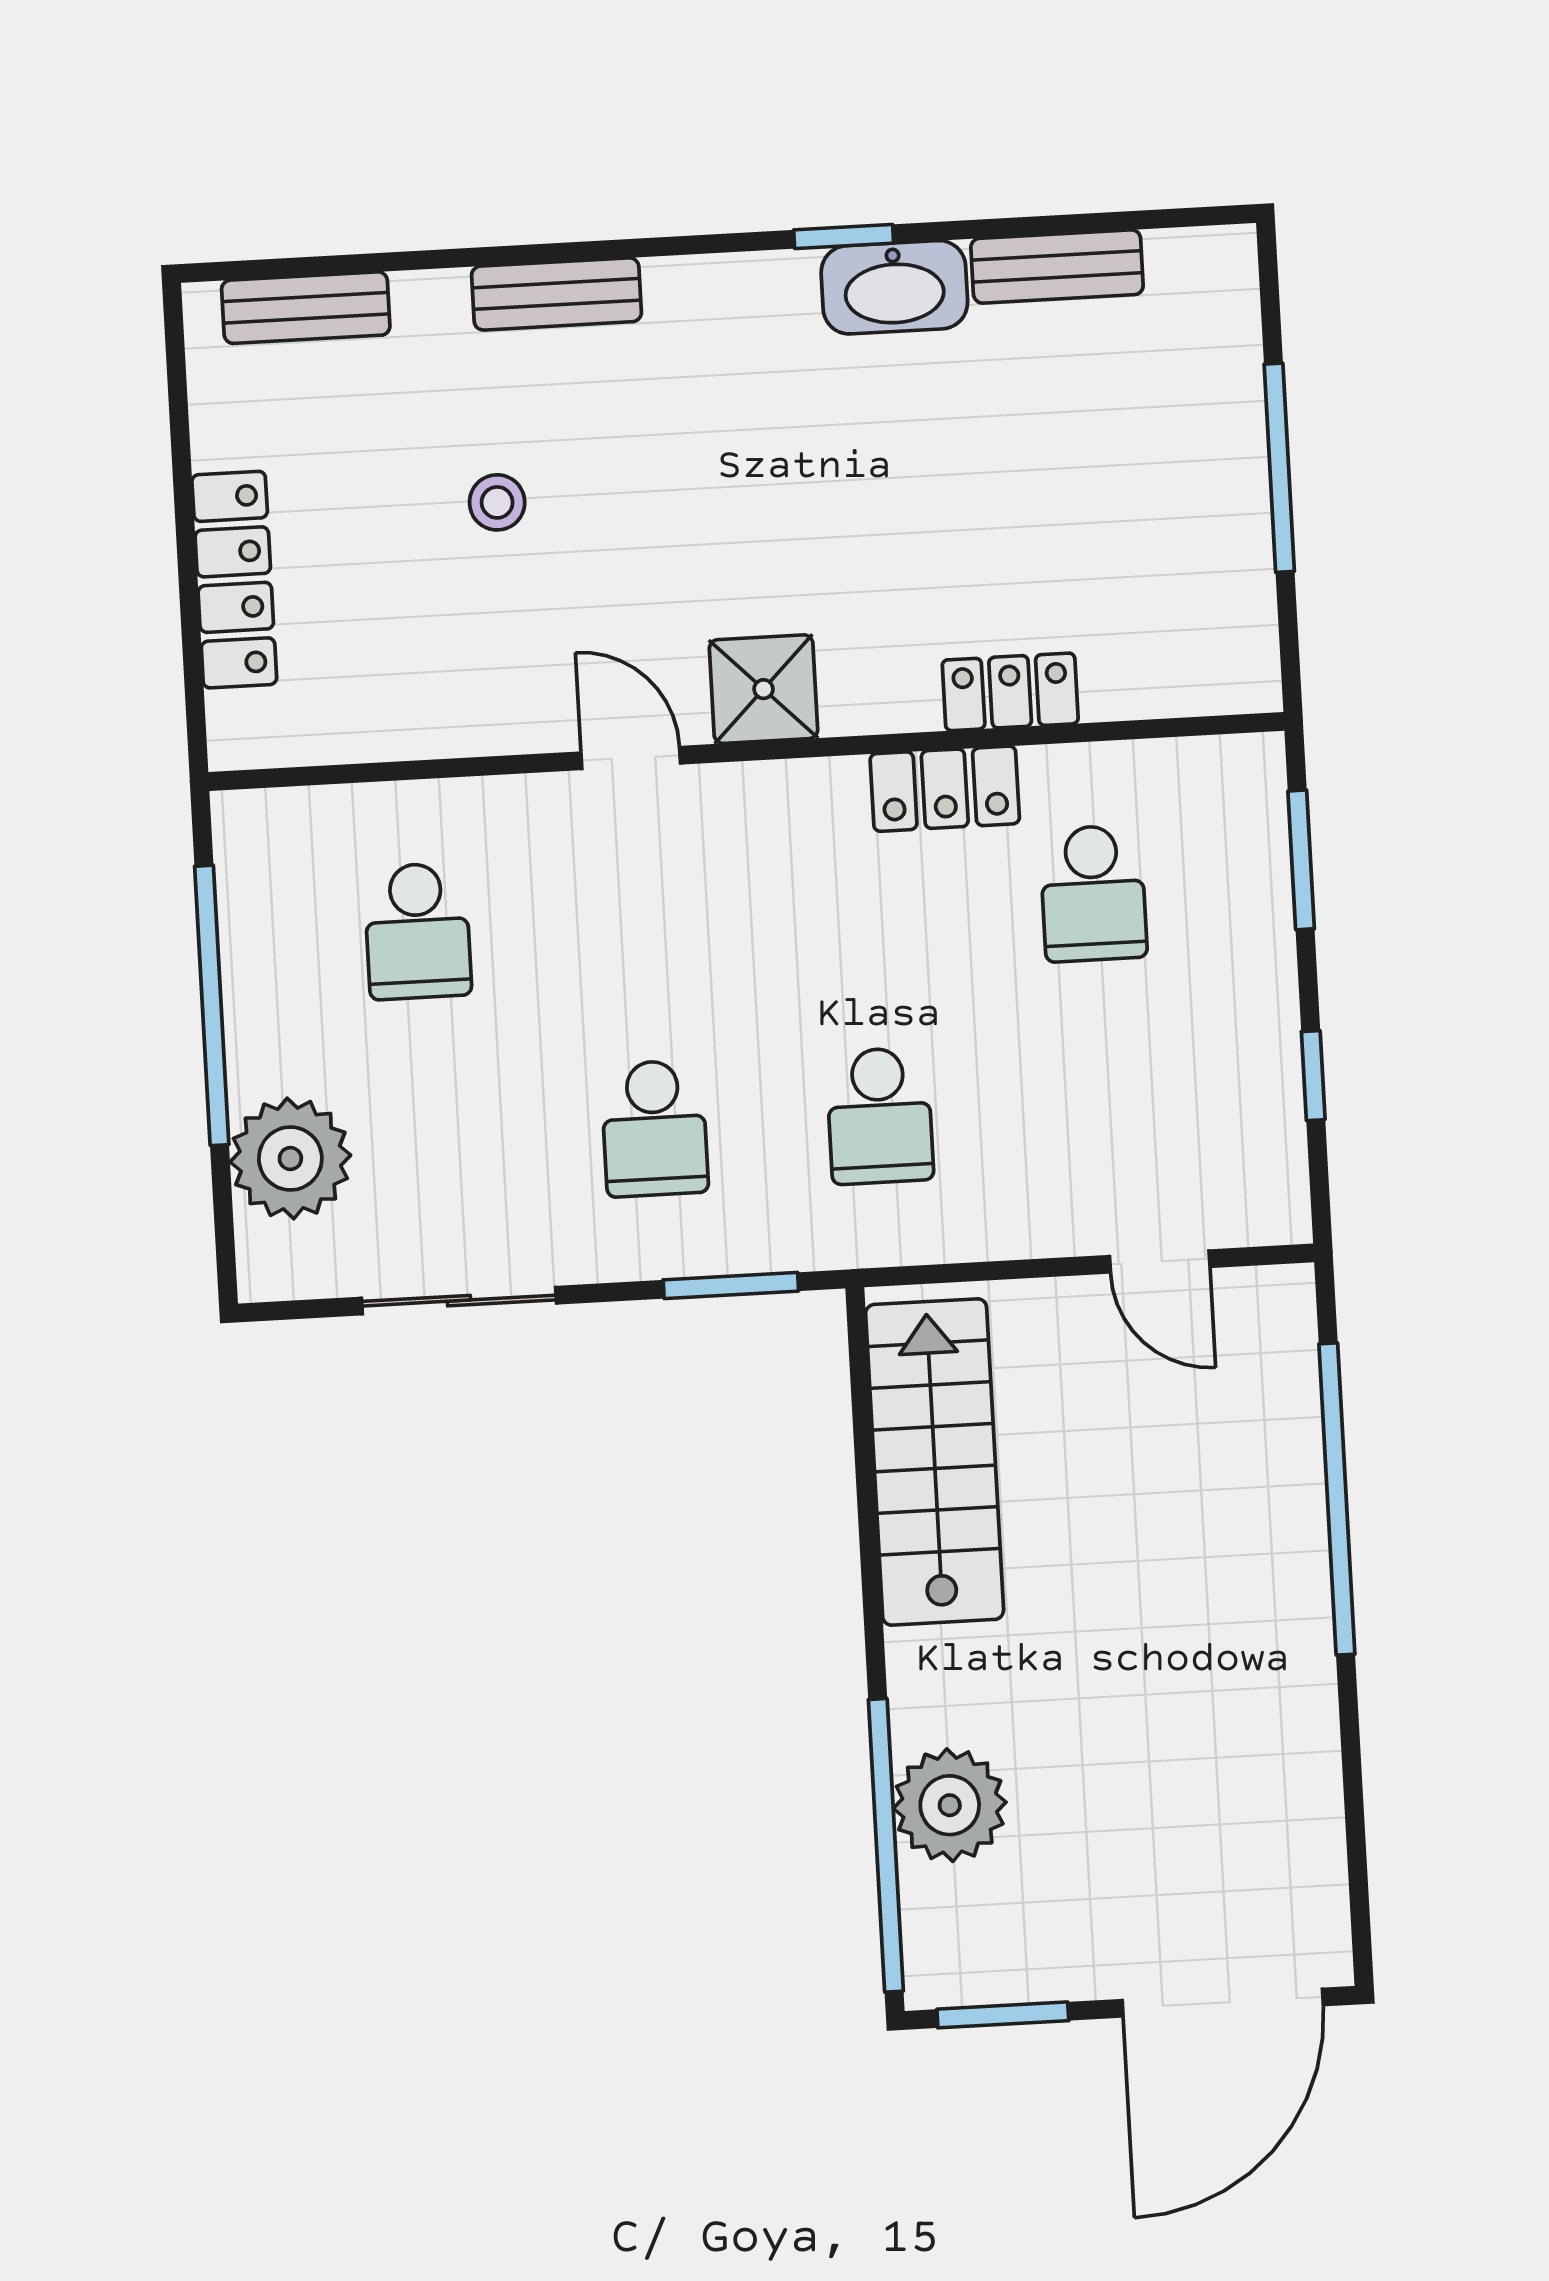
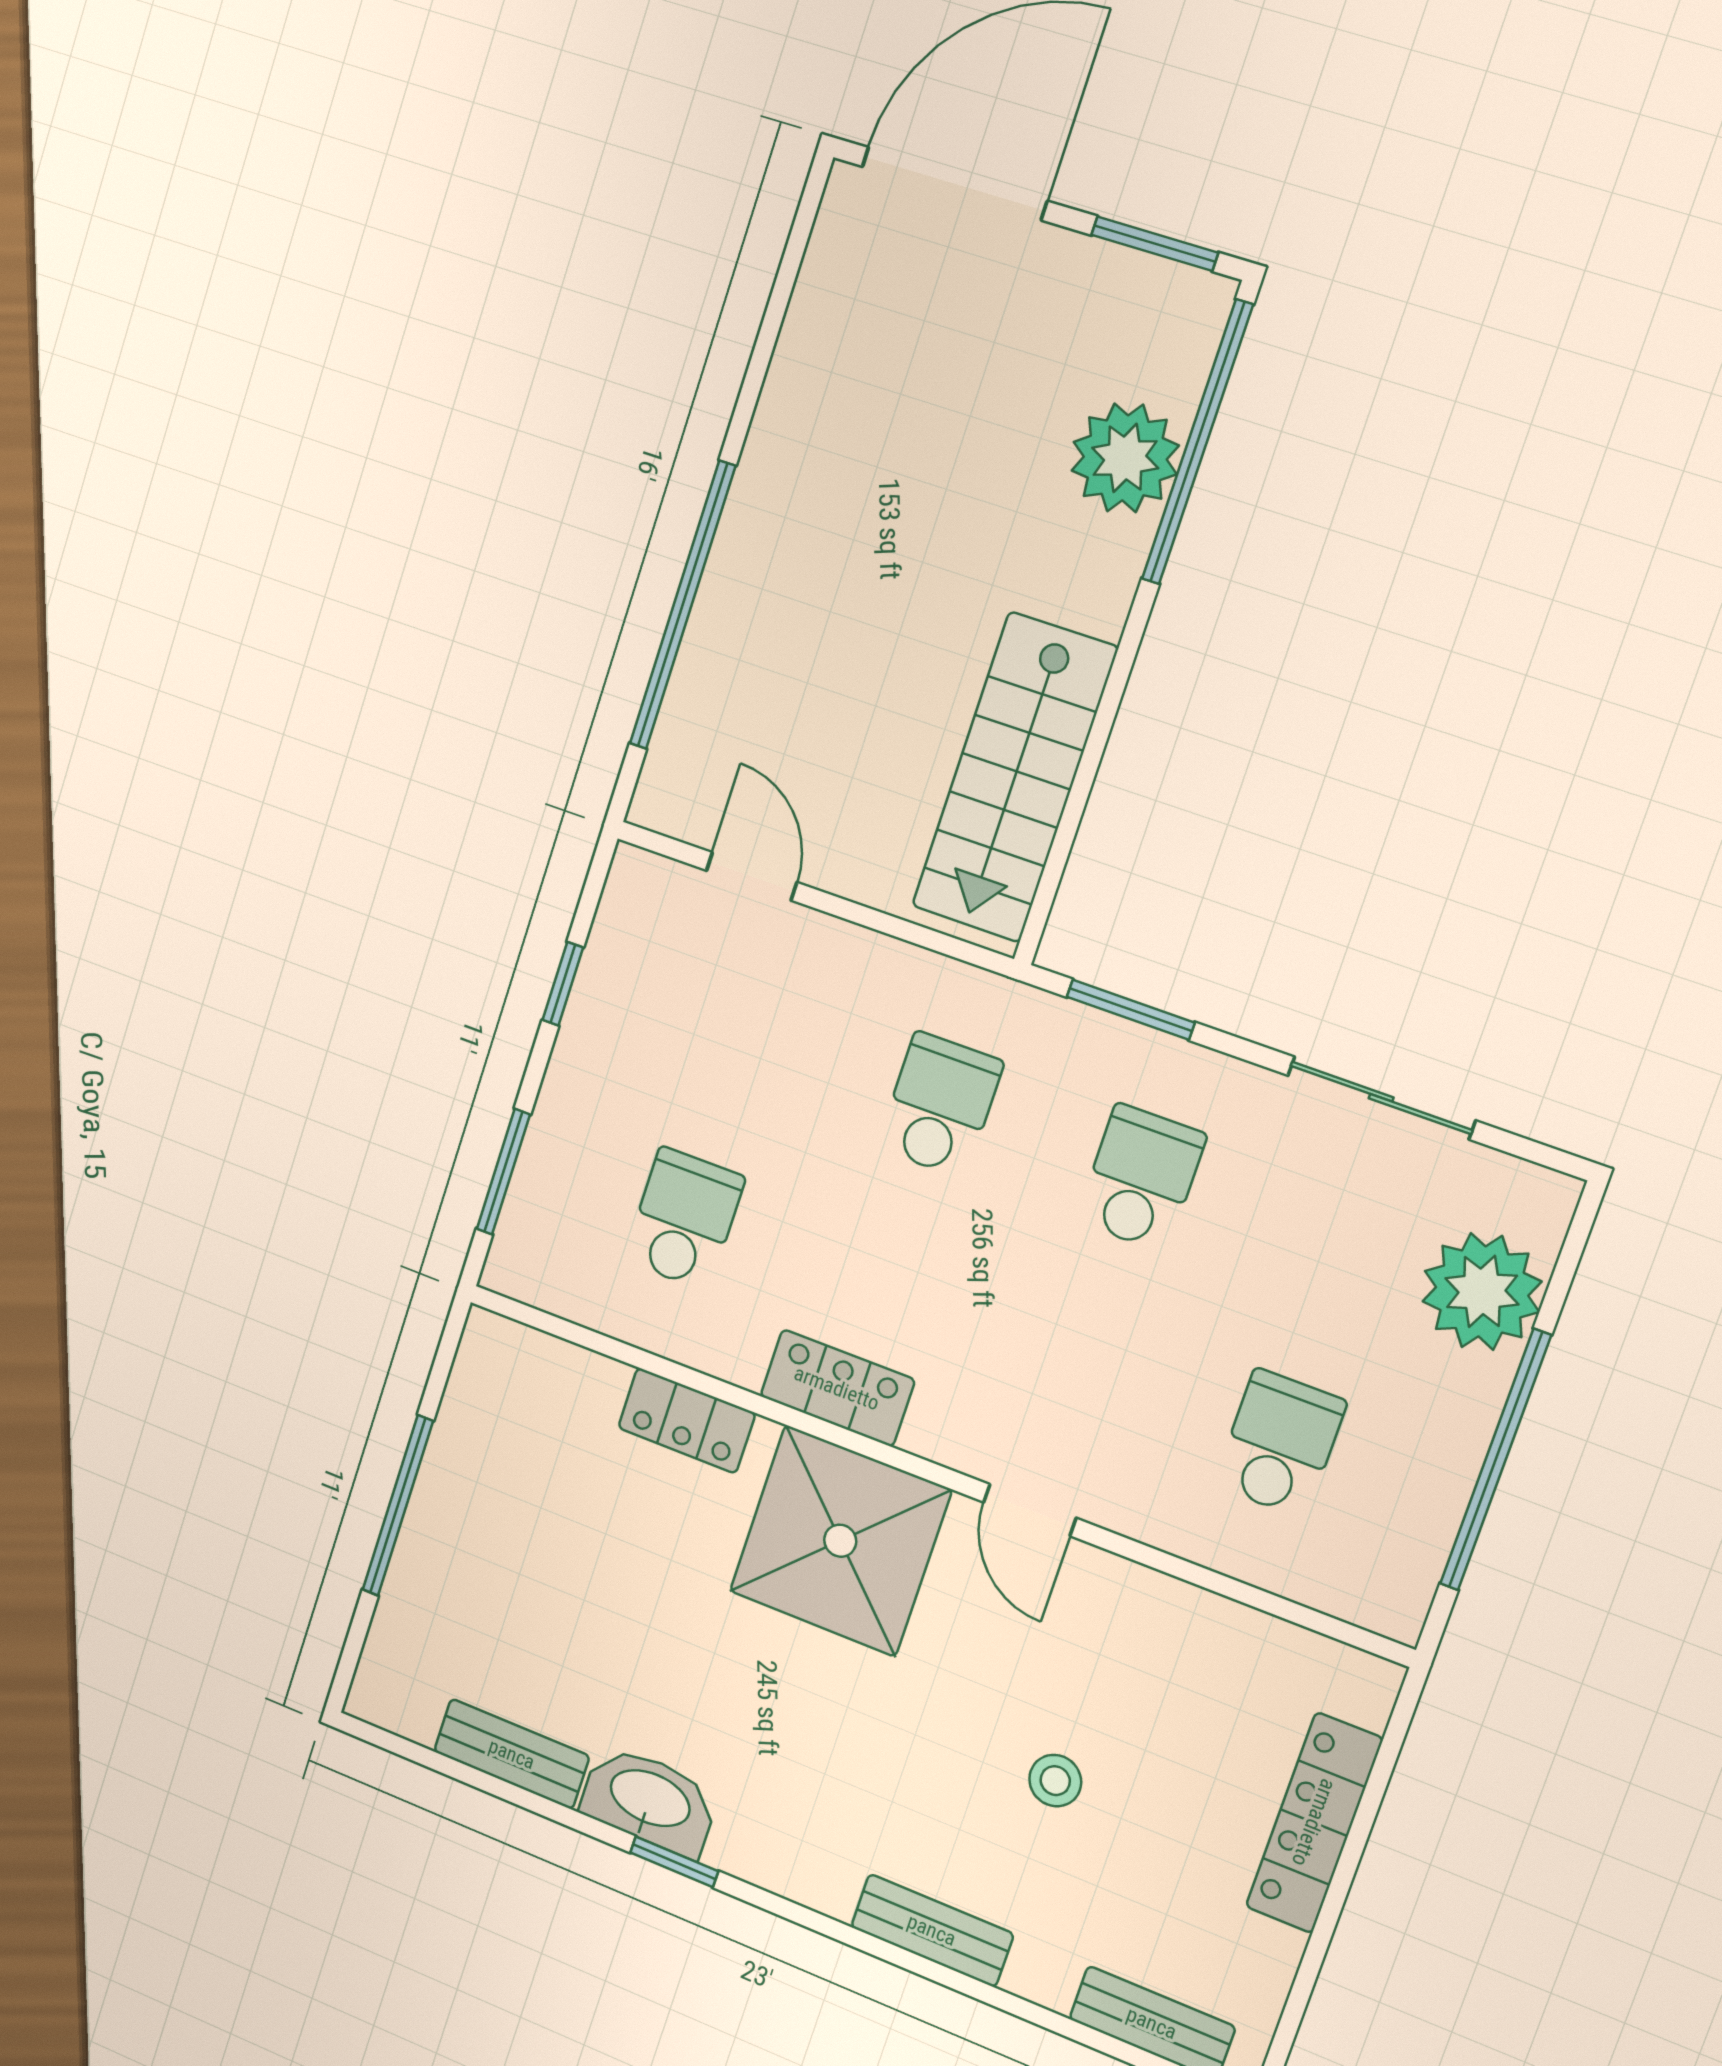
shower: (764, 689) -> (840, 1541), width x1.86, depth x1.86
locker: (945, 789) -> (837, 1388), moved

